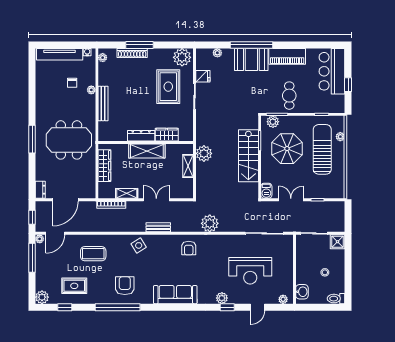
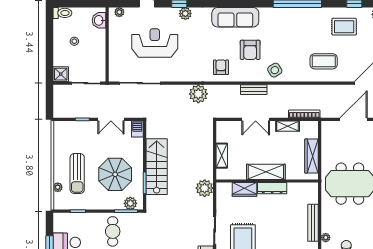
sun lounger: (322, 149) -> (77, 174), width x0.73, depth x0.75
plant: (204, 153) -> (205, 188), moved
armchair: (125, 286) -> (250, 50), moved

